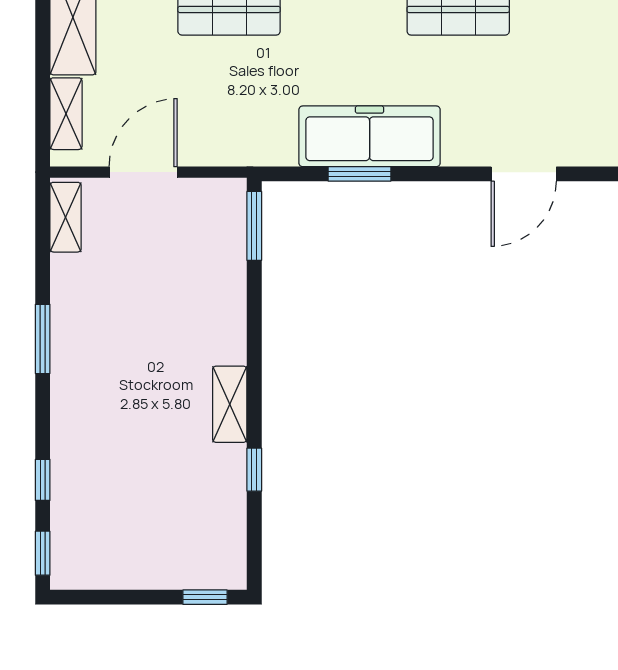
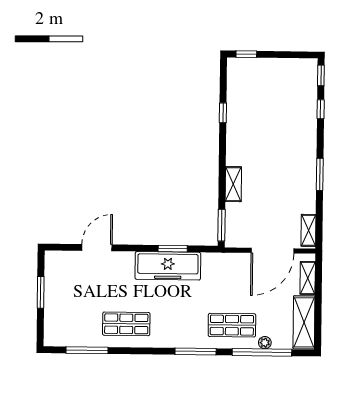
door: (143, 172) -> (272, 251), width x1.36
shelving: (230, 404) -> (233, 184), moved

